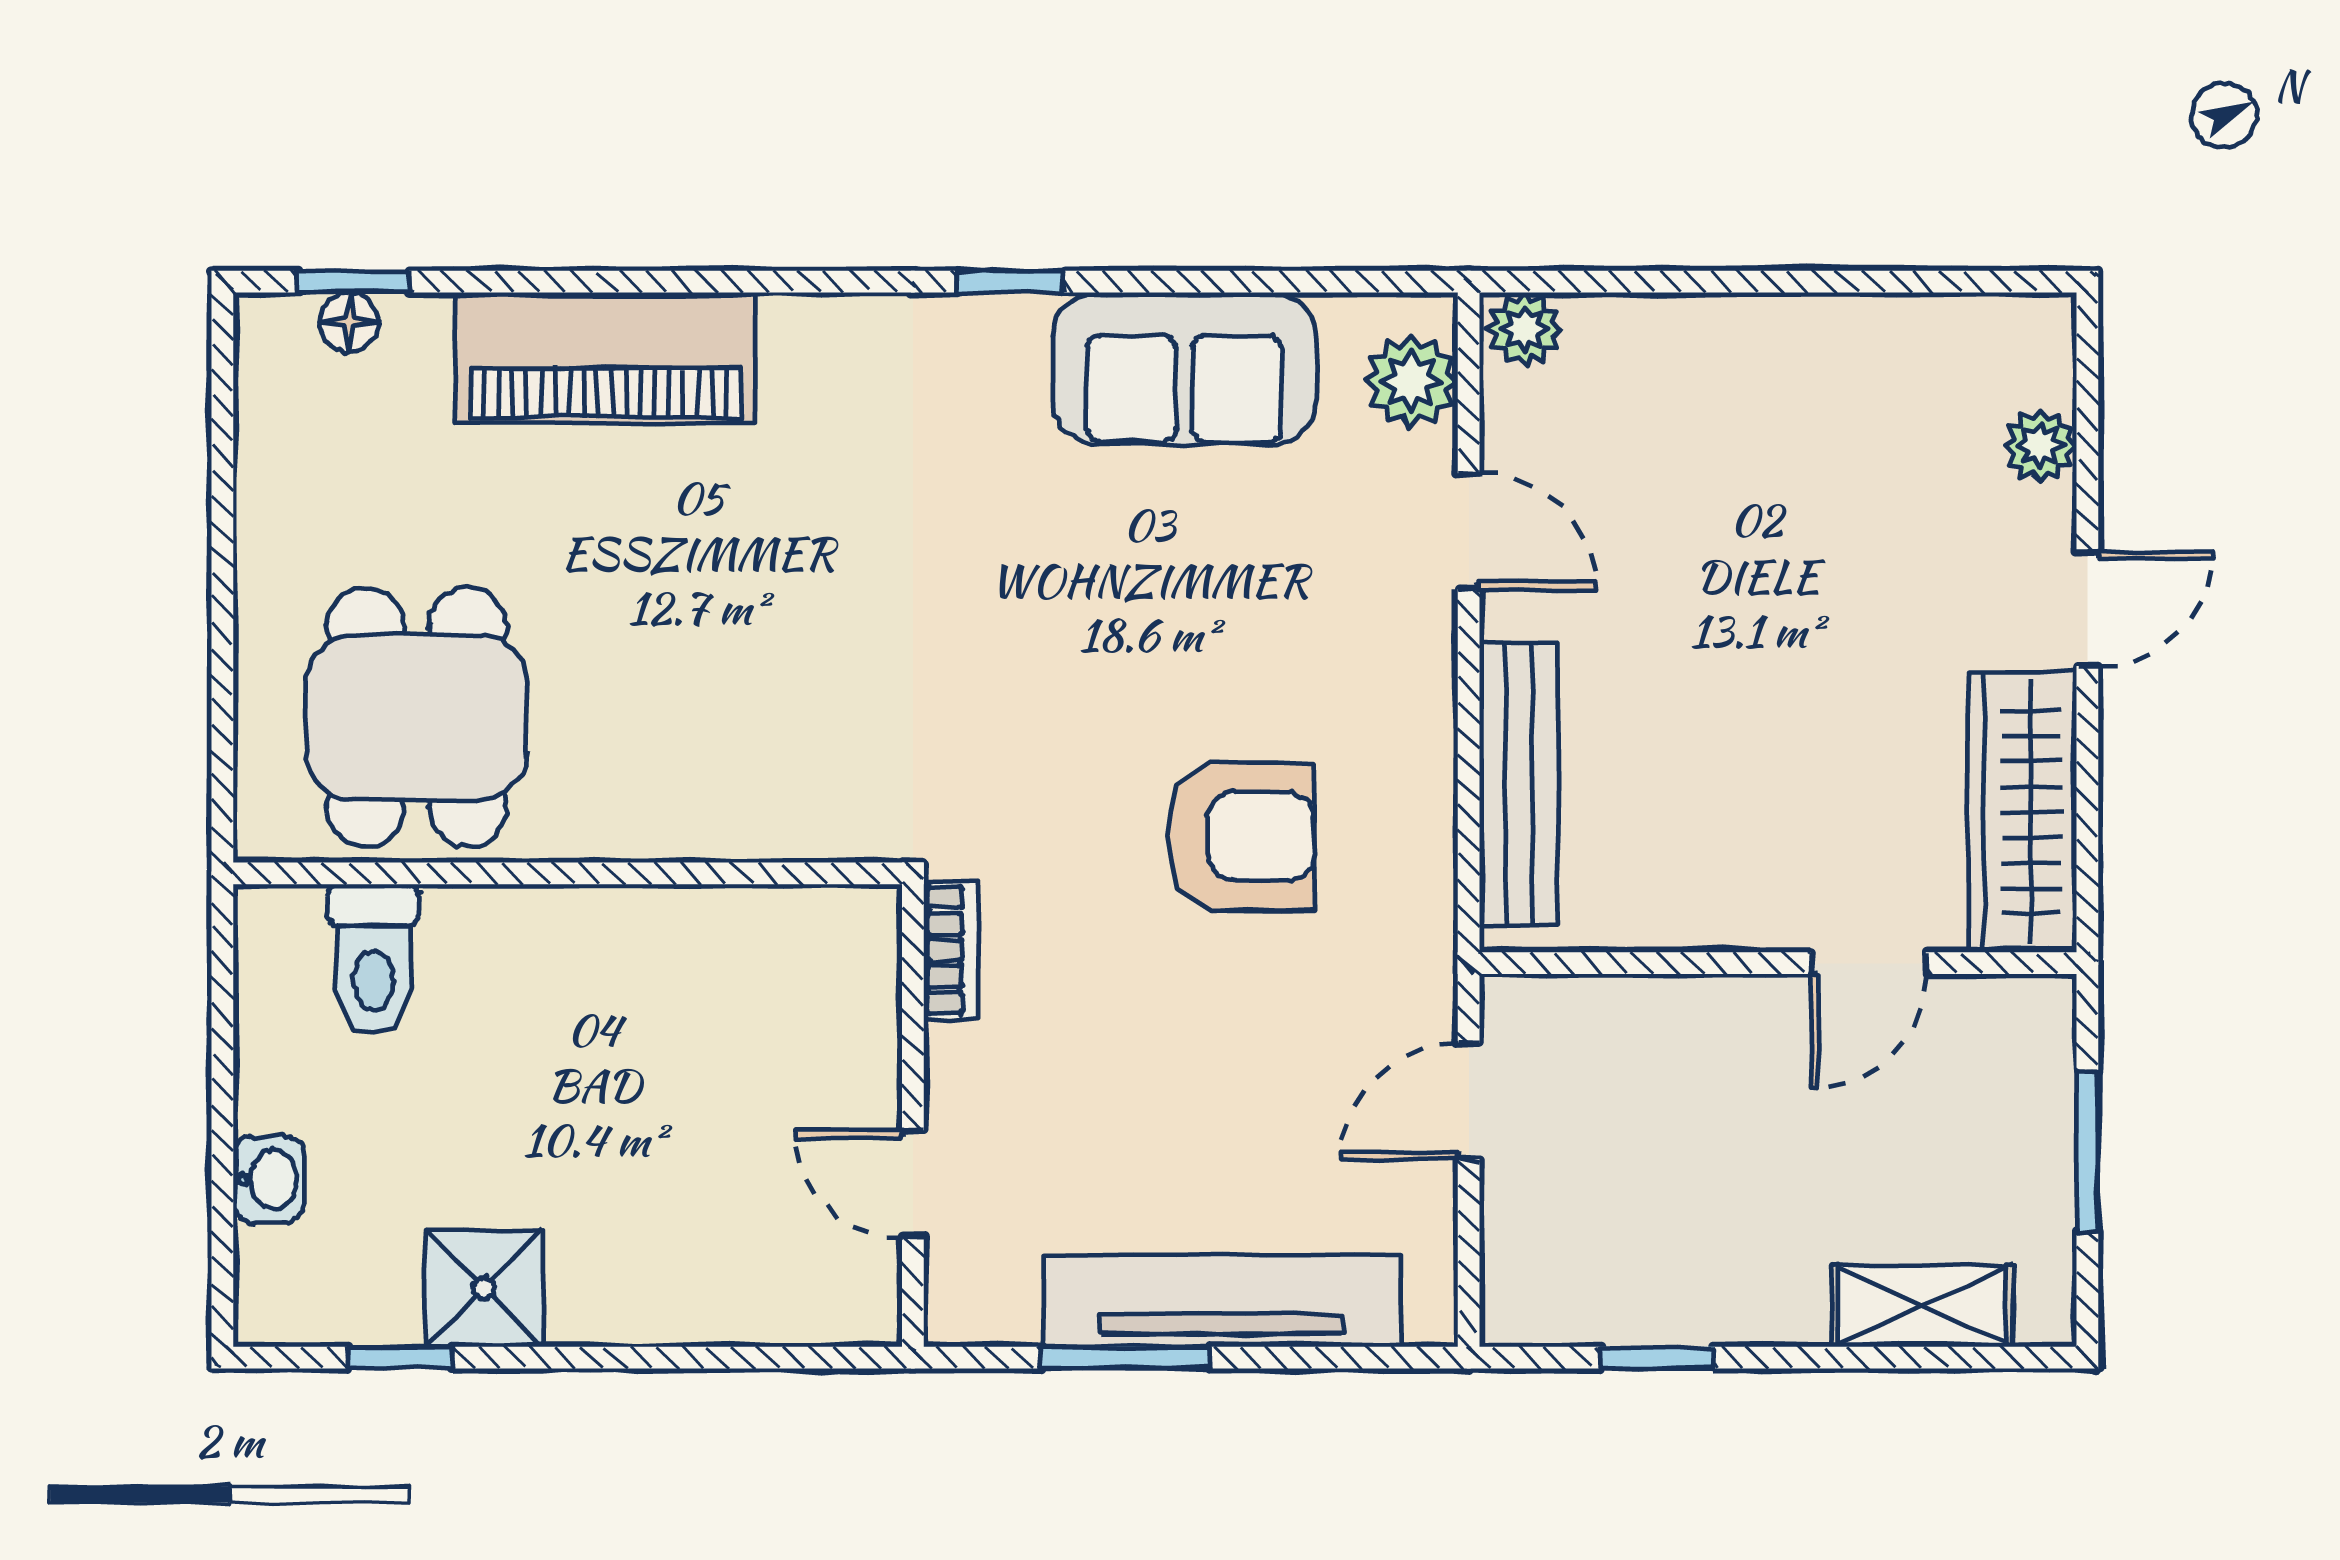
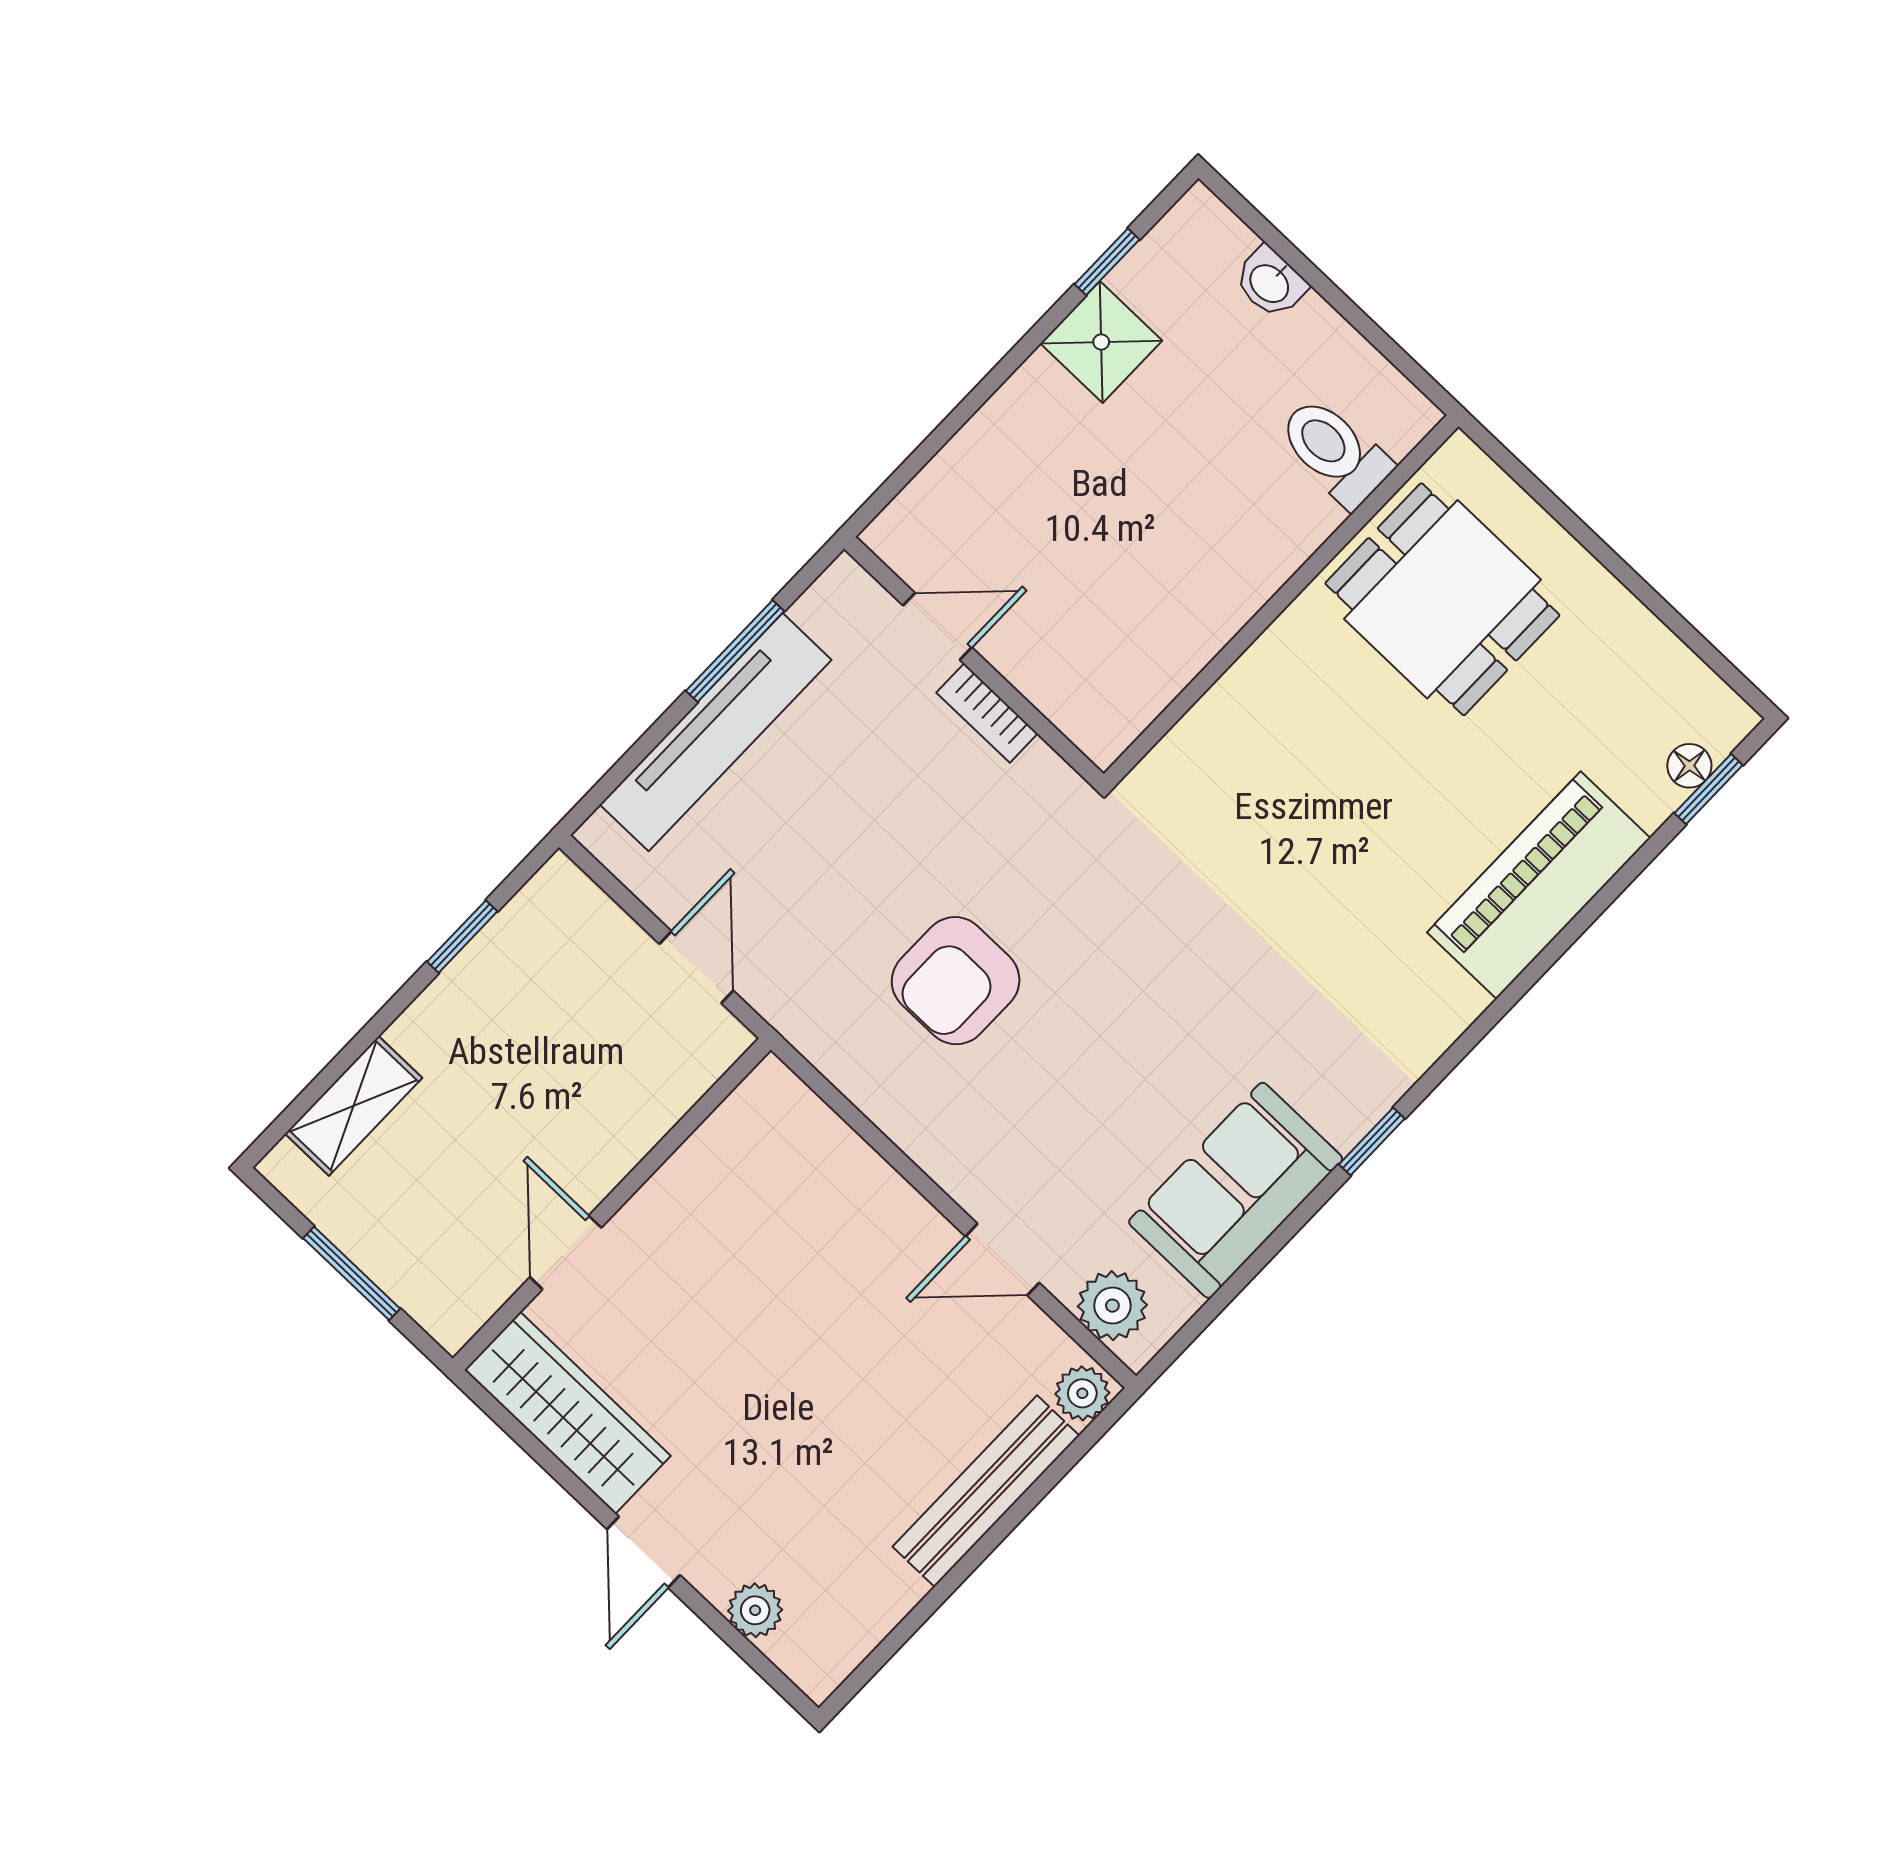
bench: (1519, 784) -> (986, 1491), moved, turned 90
bookcase: (951, 950) -> (987, 713), moved

